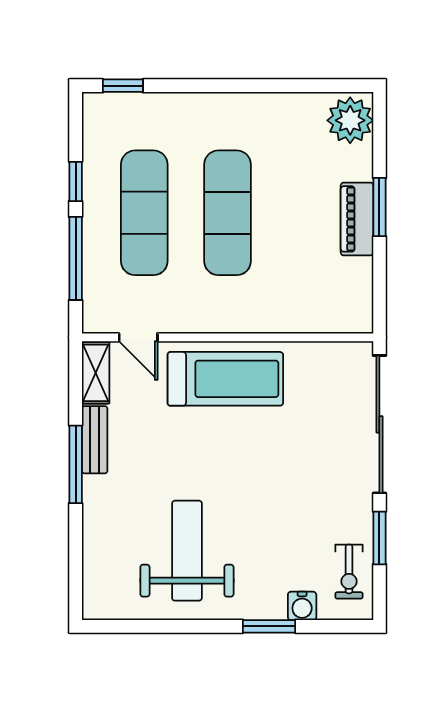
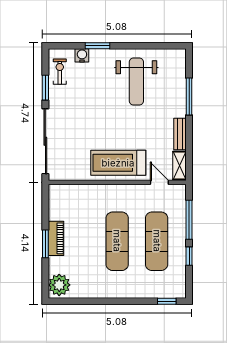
window: (76, 464) -> (189, 96), moved

